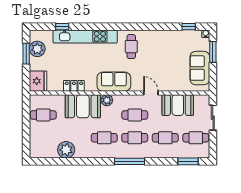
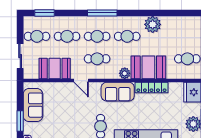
locker: (74, 86) -> (151, 88), width x1.53
plant: (66, 150) -> (153, 24), moved

